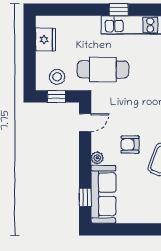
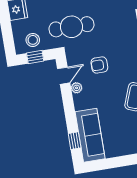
armchair: (130, 145) -> (99, 65), moved
plant: (97, 158) -> (77, 88), moved

